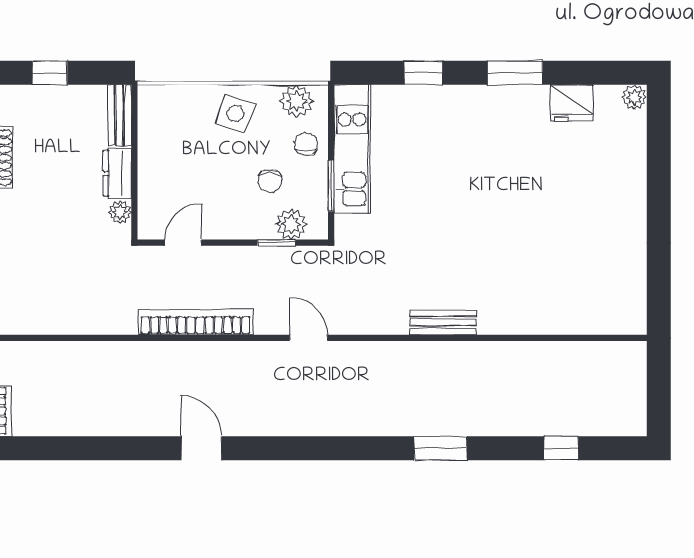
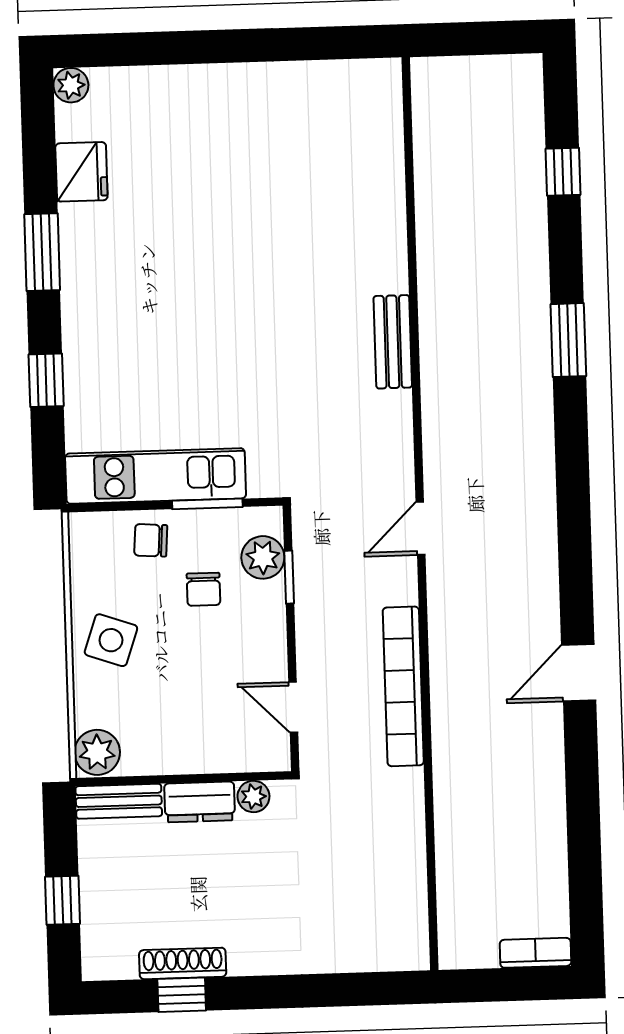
plant: (297, 101) -> (97, 752), moved
chair: (270, 181) -> (203, 589), turned 90

